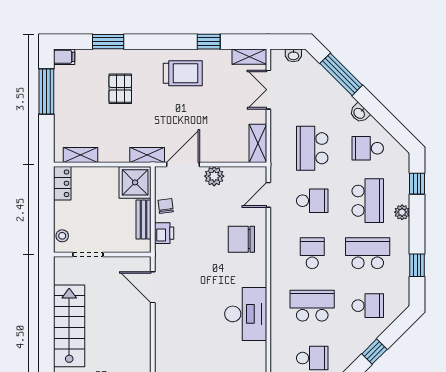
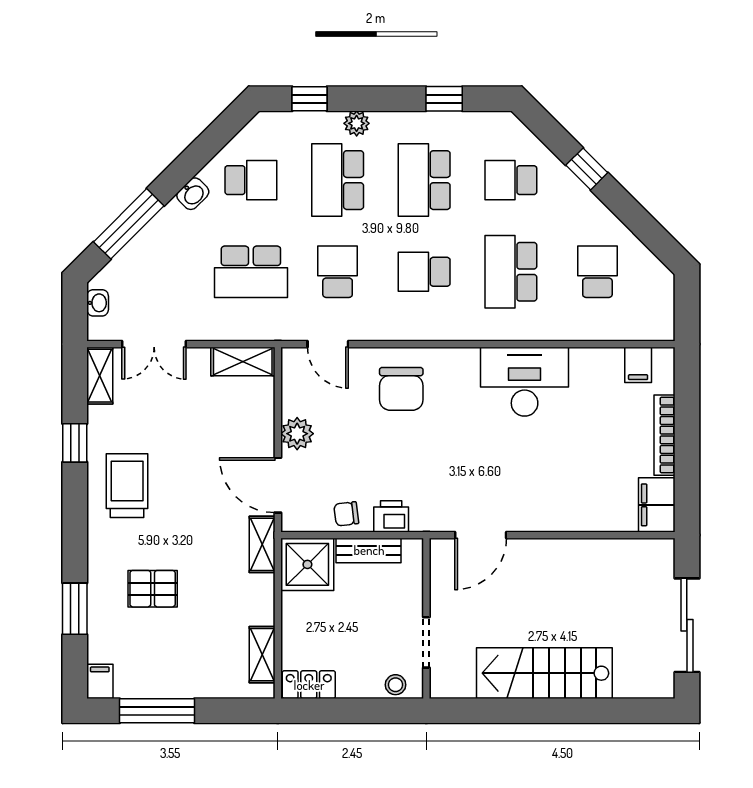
school desk: (368, 148) -> (251, 180), turned -90
school desk: (368, 201) -> (338, 180), turned -90
school desk: (368, 306) -> (511, 180), turned -90

